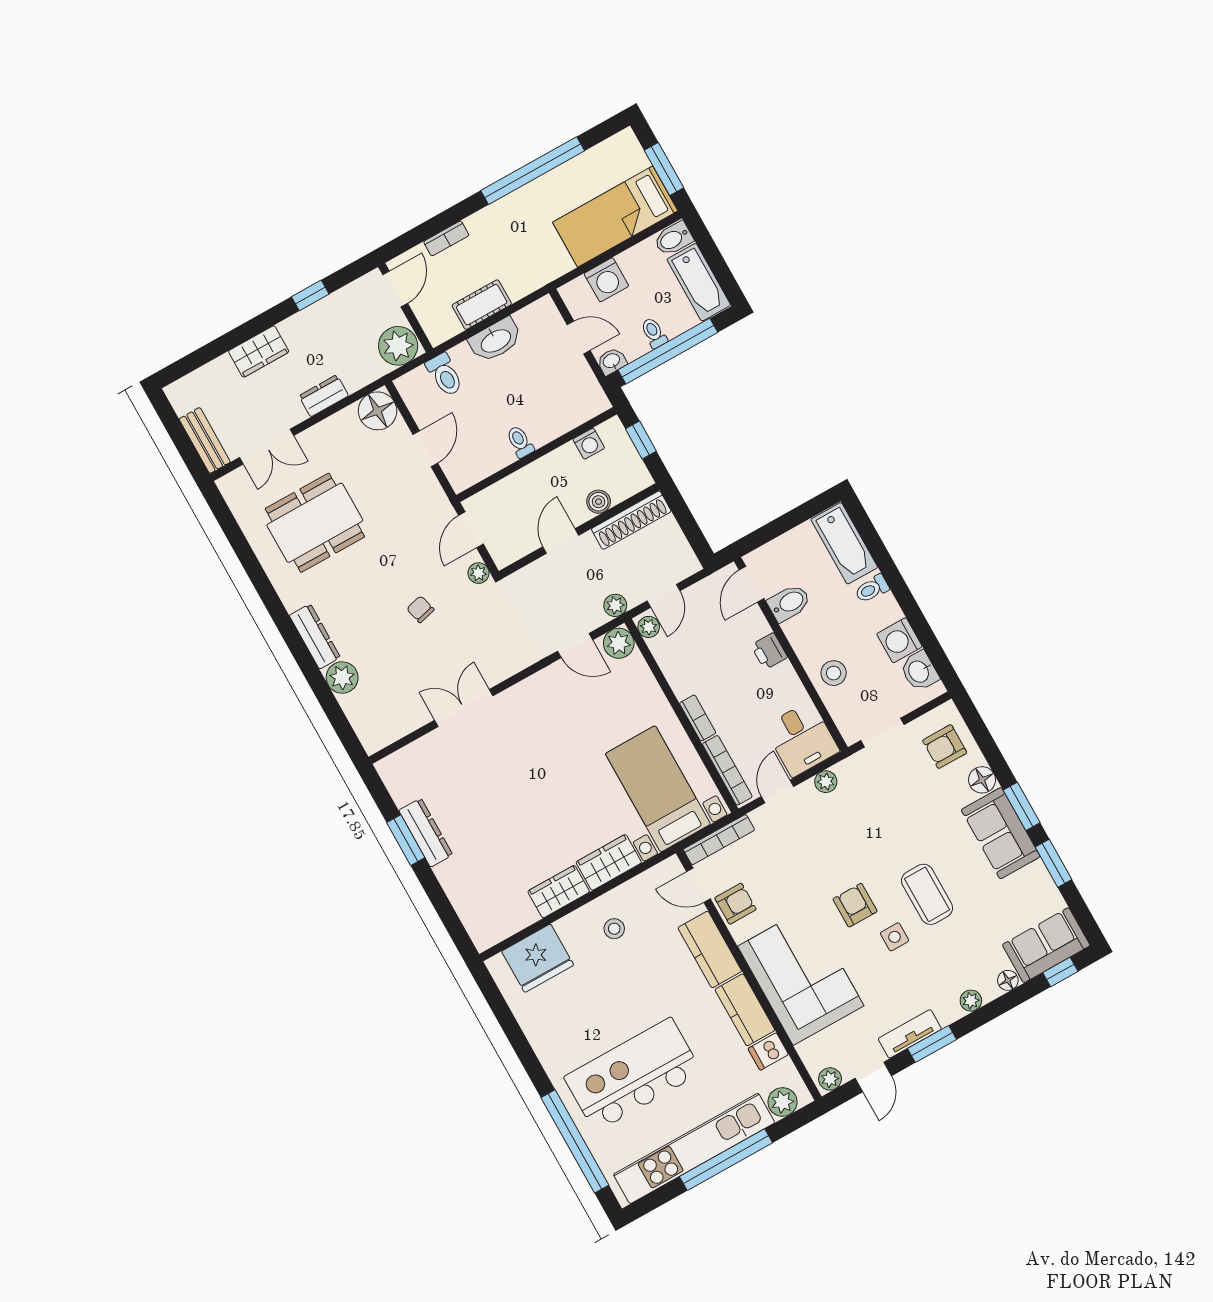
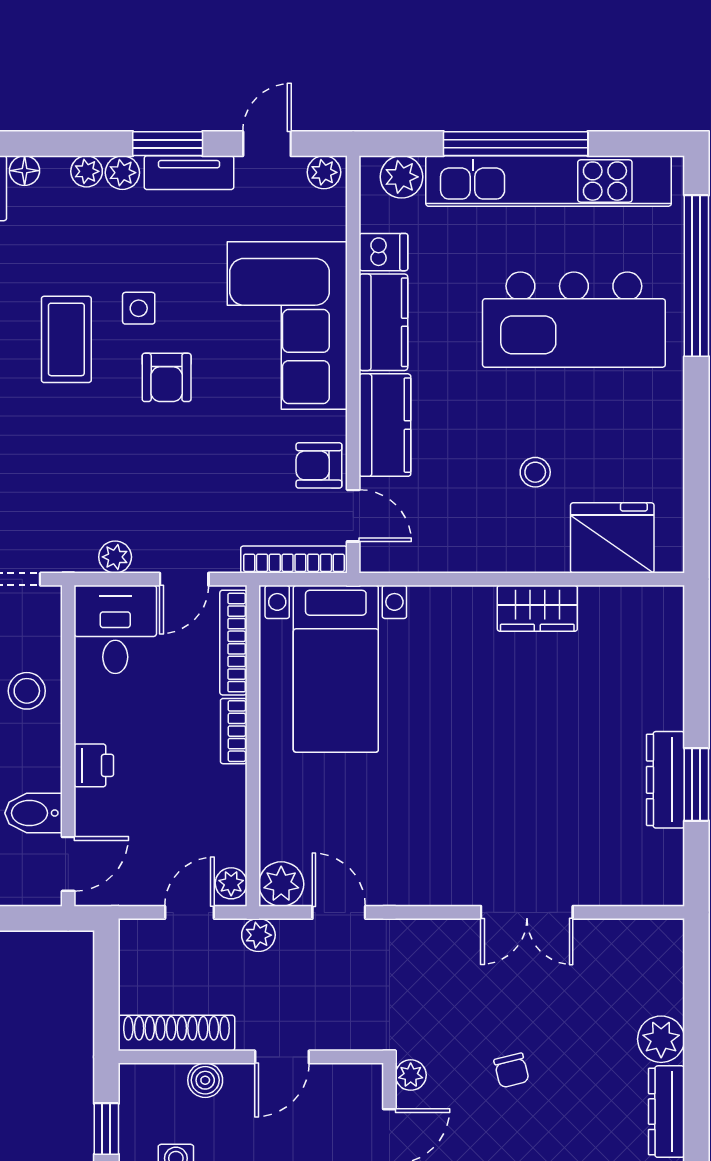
wardrobe: (609, 862) -> (452, 610), removed
stool: (614, 929) -> (535, 472), moved
plant: (949, 1012) -> (122, 173), added

